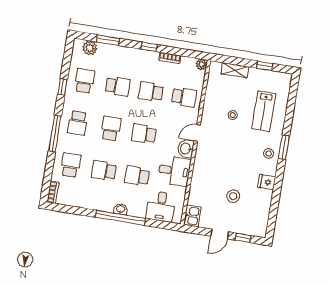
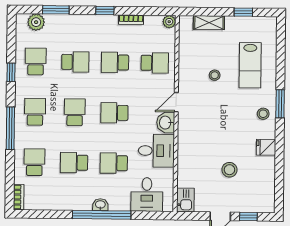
school desk: (78, 123) -> (35, 112), turned 180

